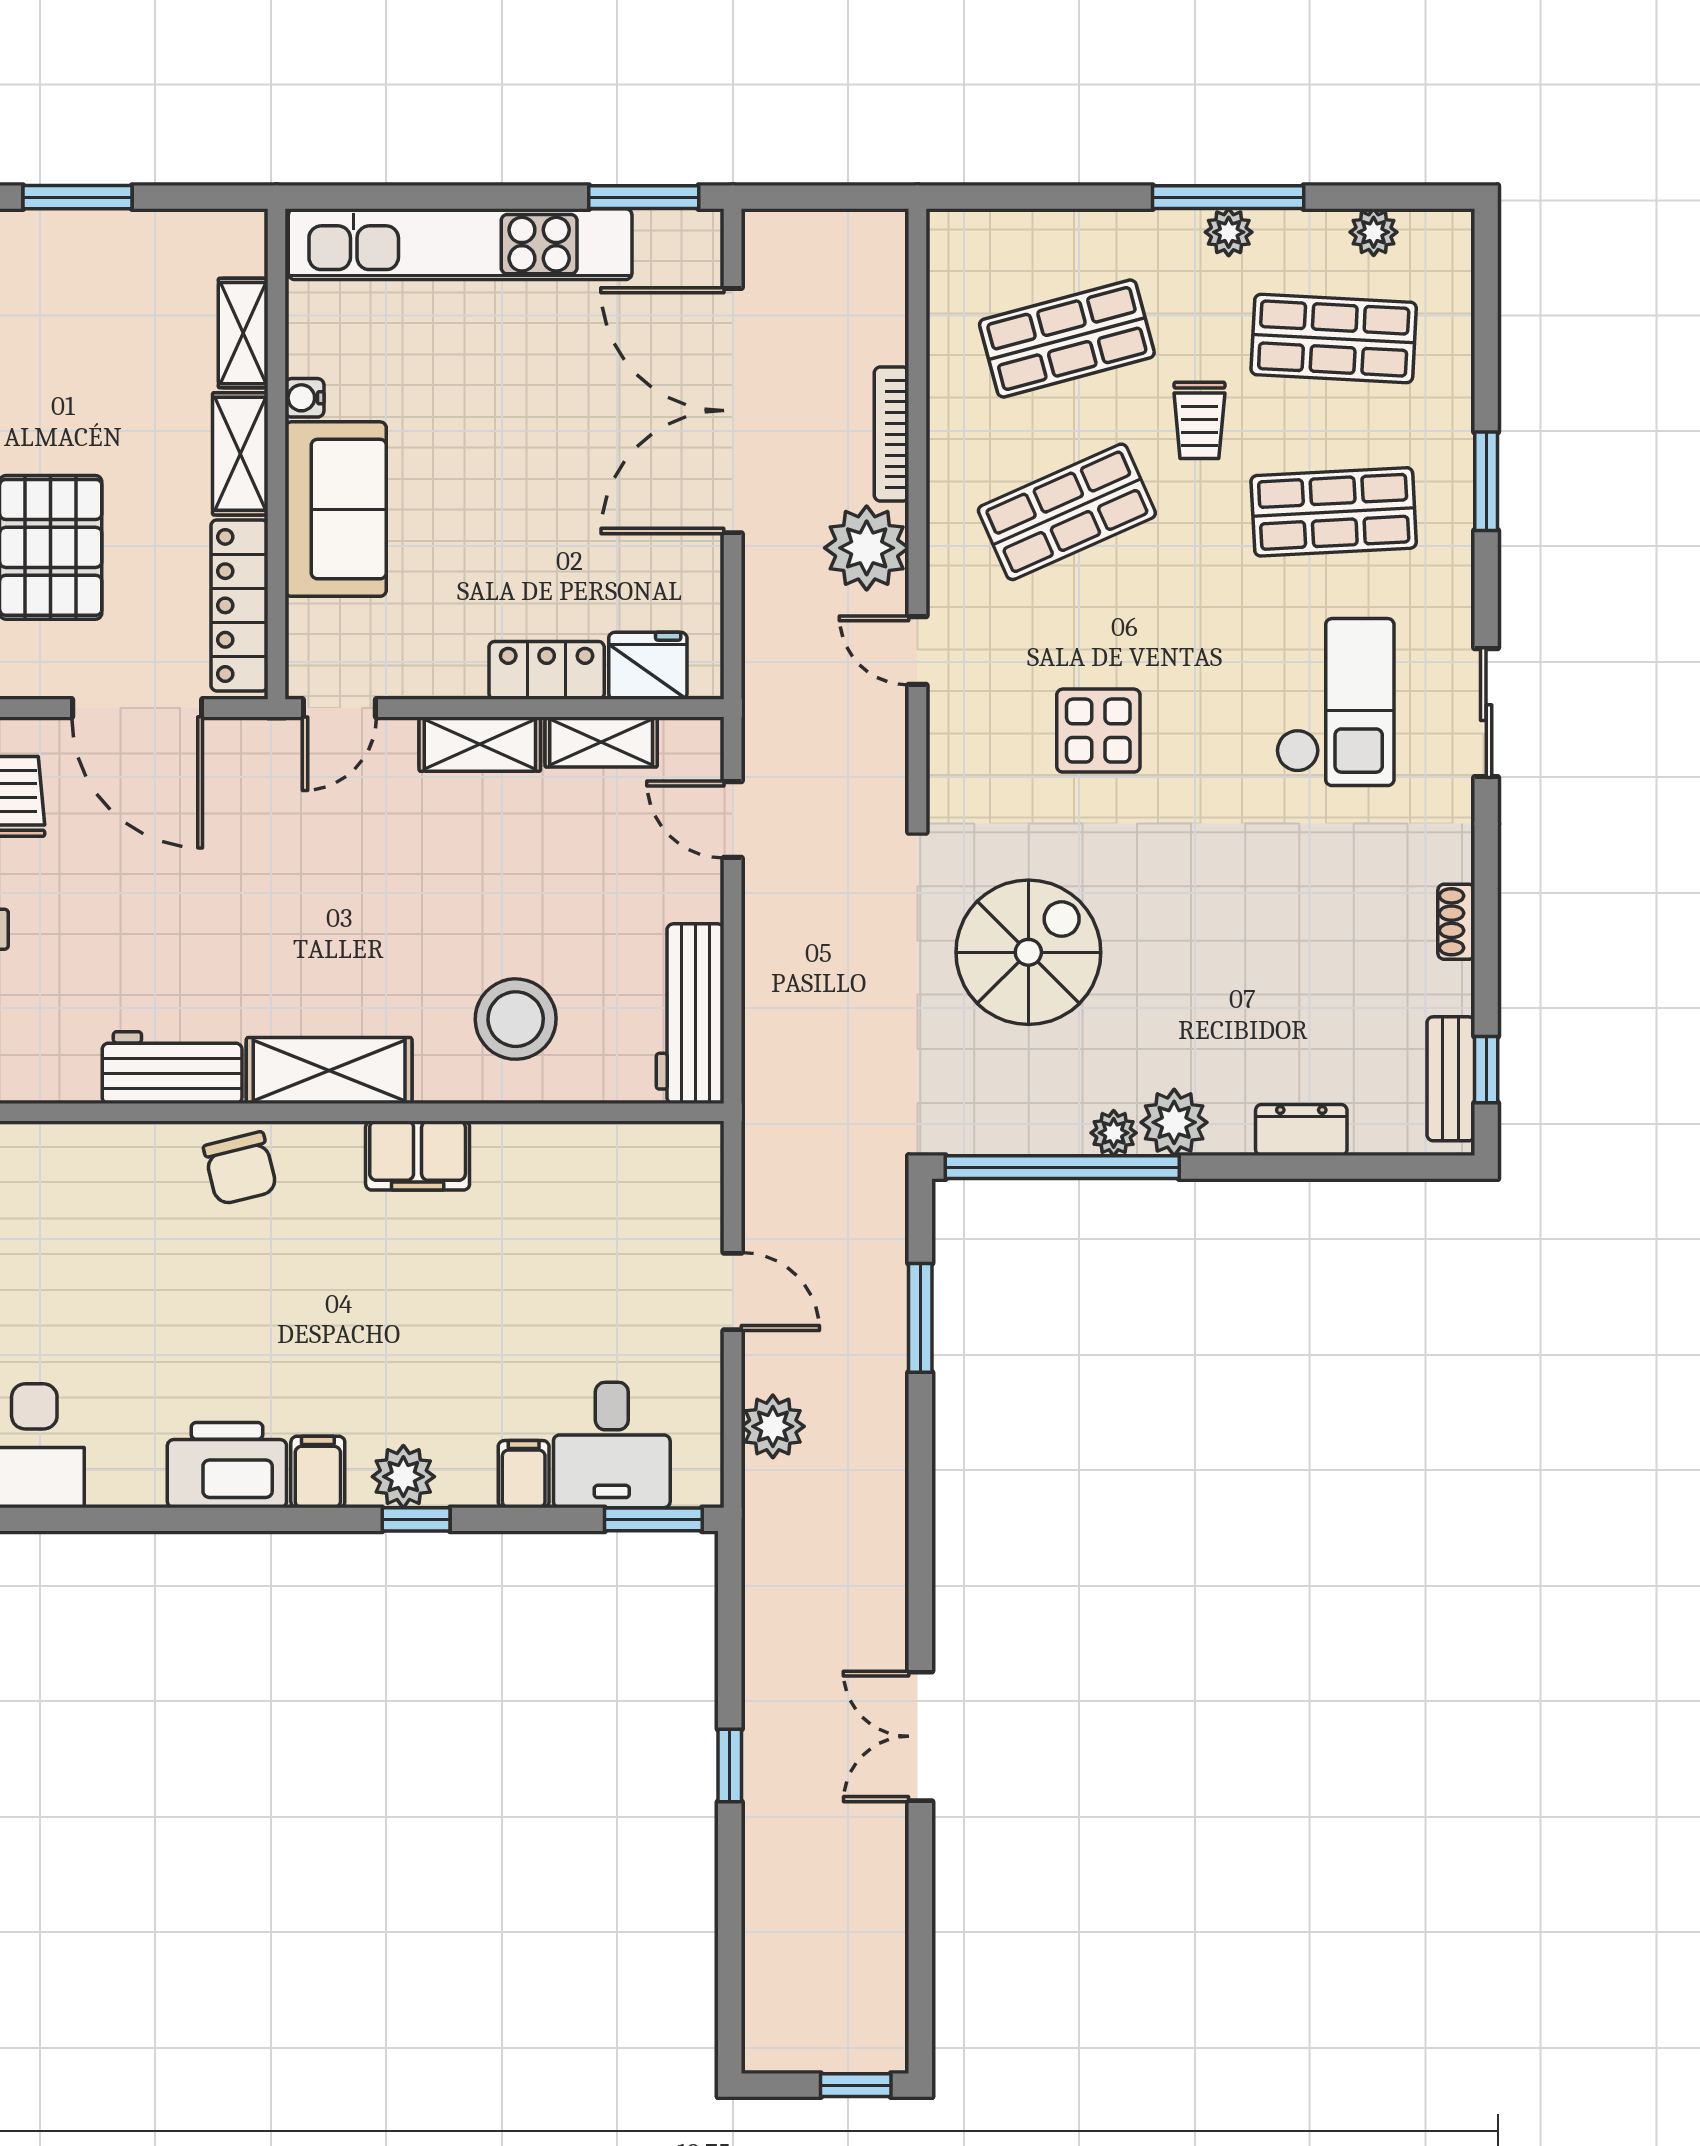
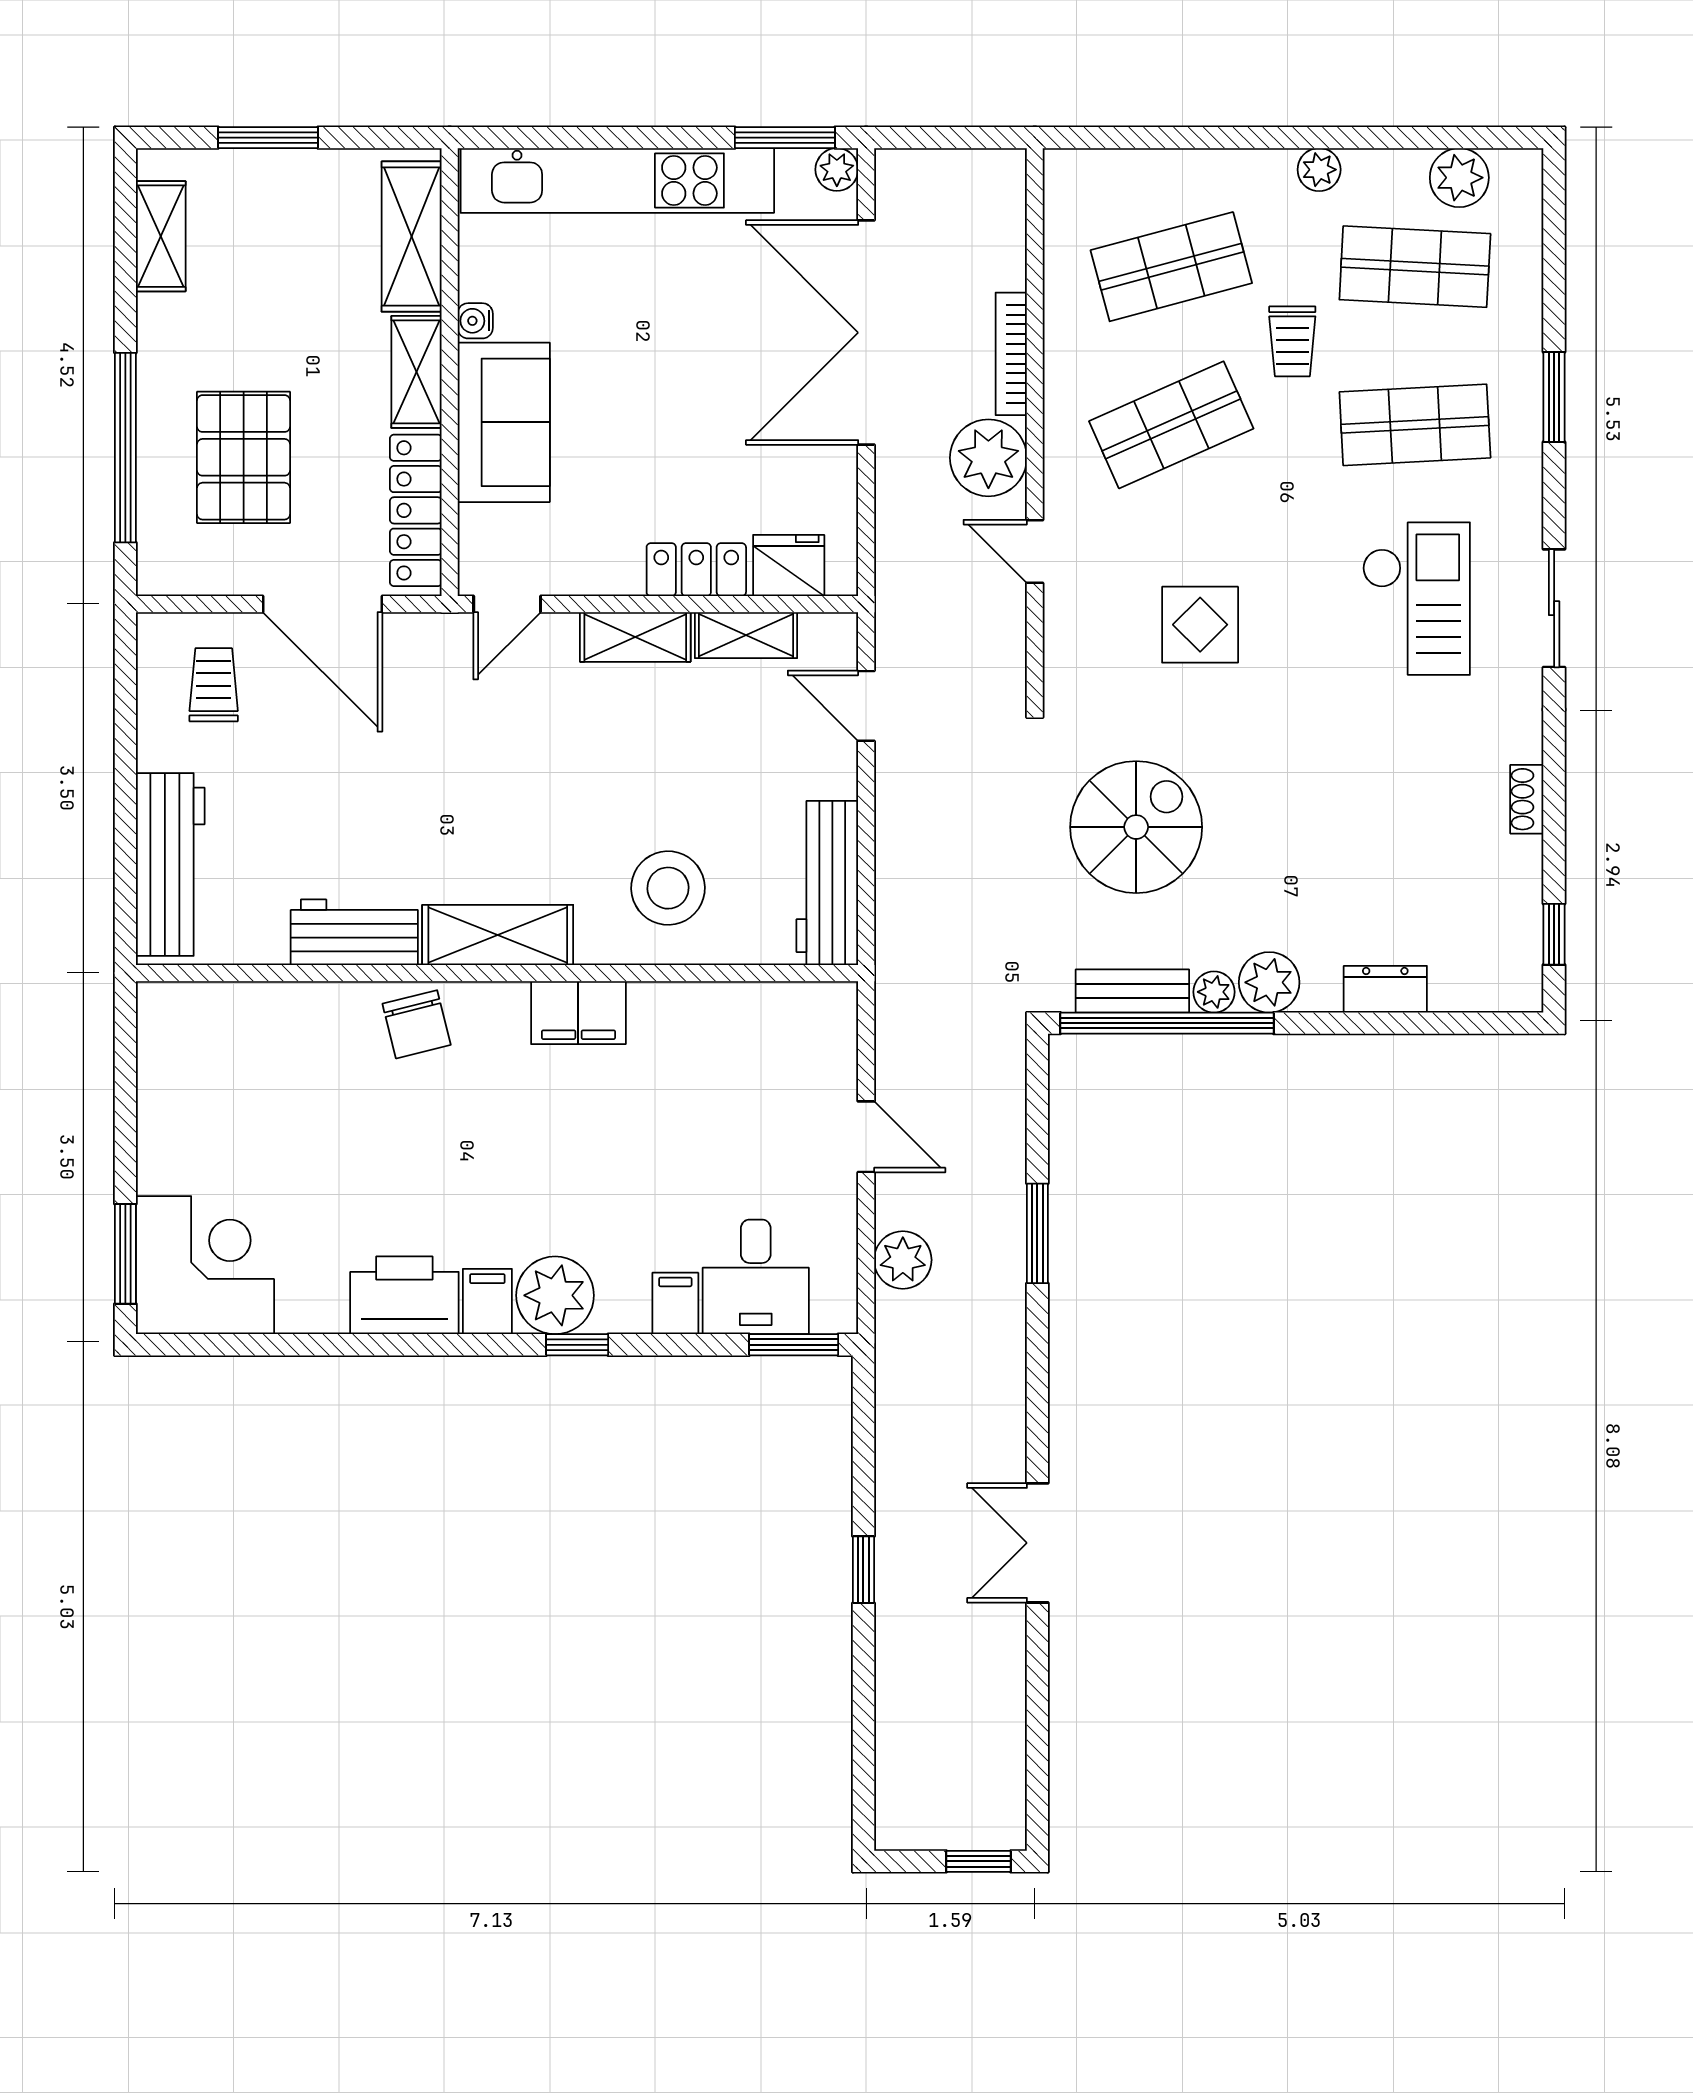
window: (1228, 197) -> (1318, 138), removed
plant: (701, 232) -> (837, 170), added
plant: (1374, 232) -> (1459, 178), width x1.38, depth x1.38
shelving: (243, 333) -> (412, 237), width x1.50, depth x1.33
bench: (1451, 1079) -> (1132, 991), moved, turned 90
window: (920, 1318) -> (1037, 1233), moved
plant: (403, 1477) -> (555, 1295), width x1.36, depth x1.36

